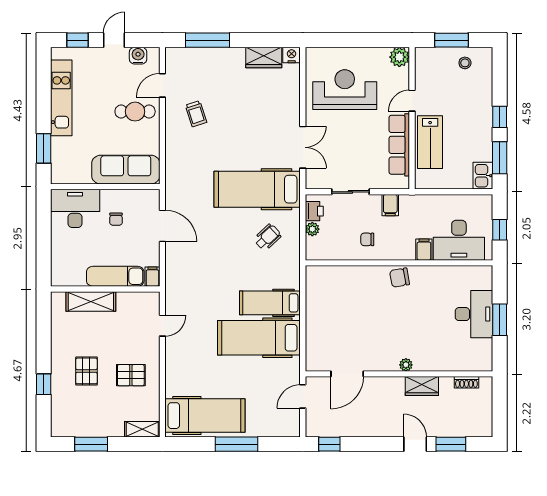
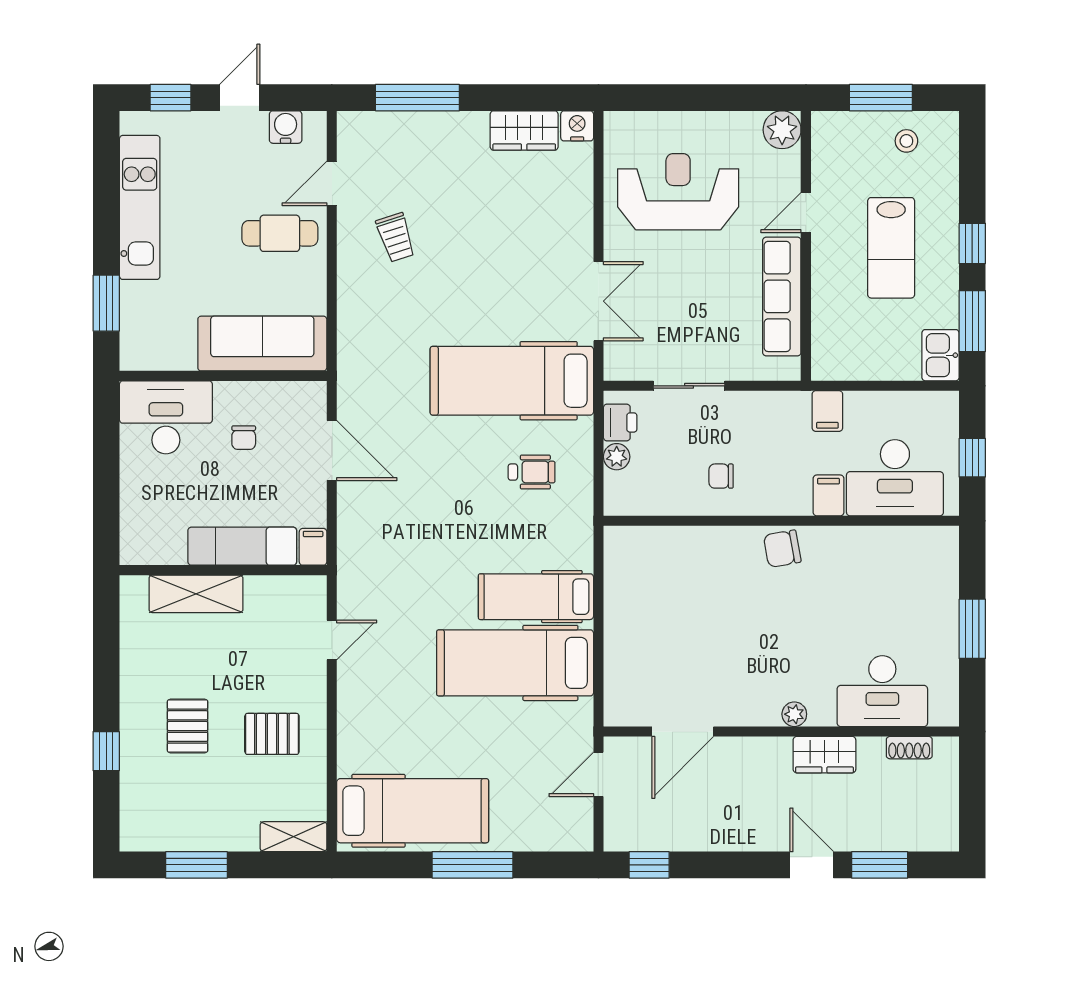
lab bench: (430, 142) -> (891, 248), moved
filing cabinet: (390, 205) -> (827, 411), moved
wheelchair: (268, 237) -> (532, 472), turned 43
desk: (474, 314) -> (882, 691), moved, turned 90

